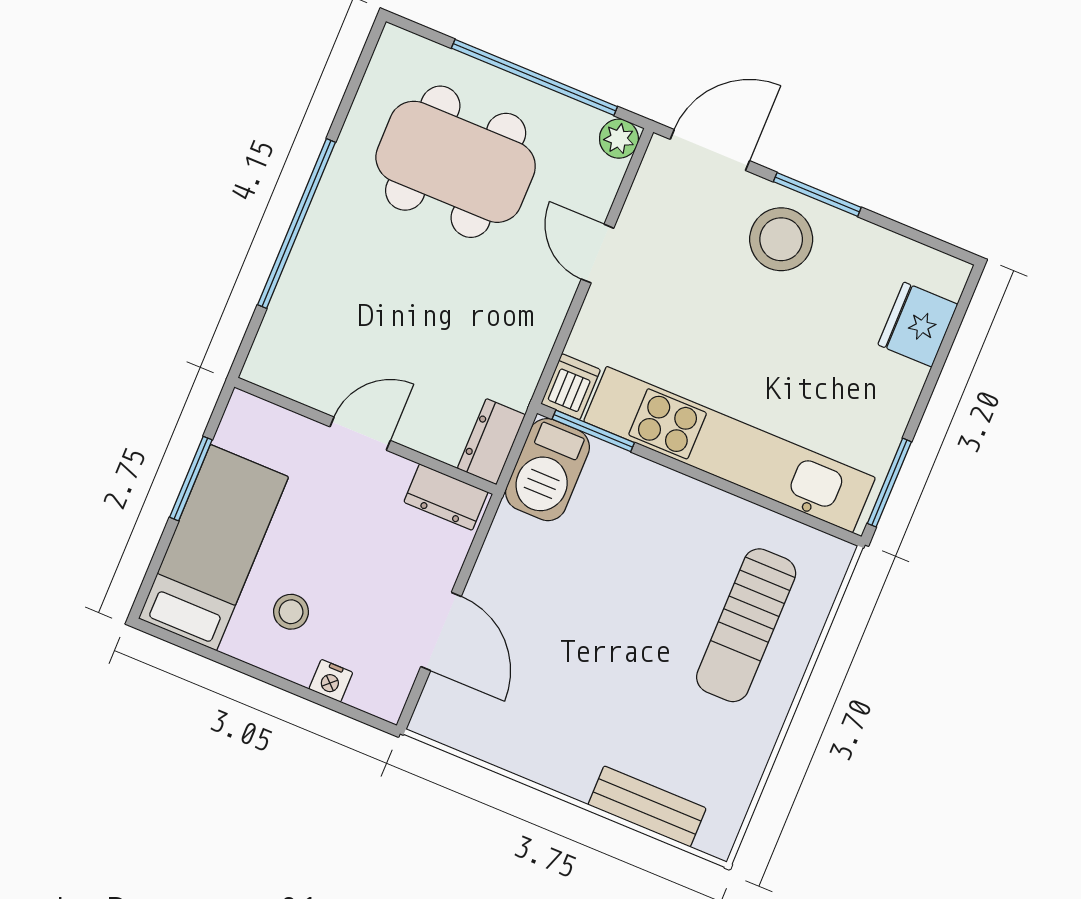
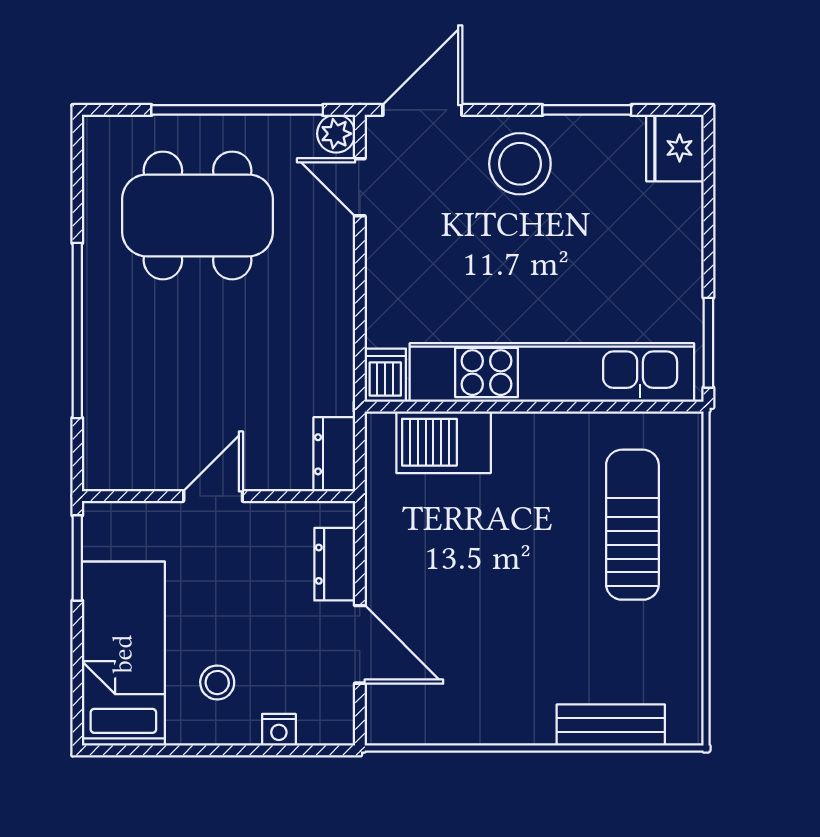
window: (817, 195) -> (587, 110), moved
door: (598, 254) -> (360, 187), moved
fridge: (918, 325) -> (675, 148), moved
window: (593, 431) -> (422, 407), removed
barbecue: (548, 470) -> (444, 442), moved, turned 90
window: (191, 479) -> (77, 558), moved
dresser: (446, 497) -> (335, 564), moved, turned 90
sun lounger: (746, 625) -> (632, 525), turned 180

